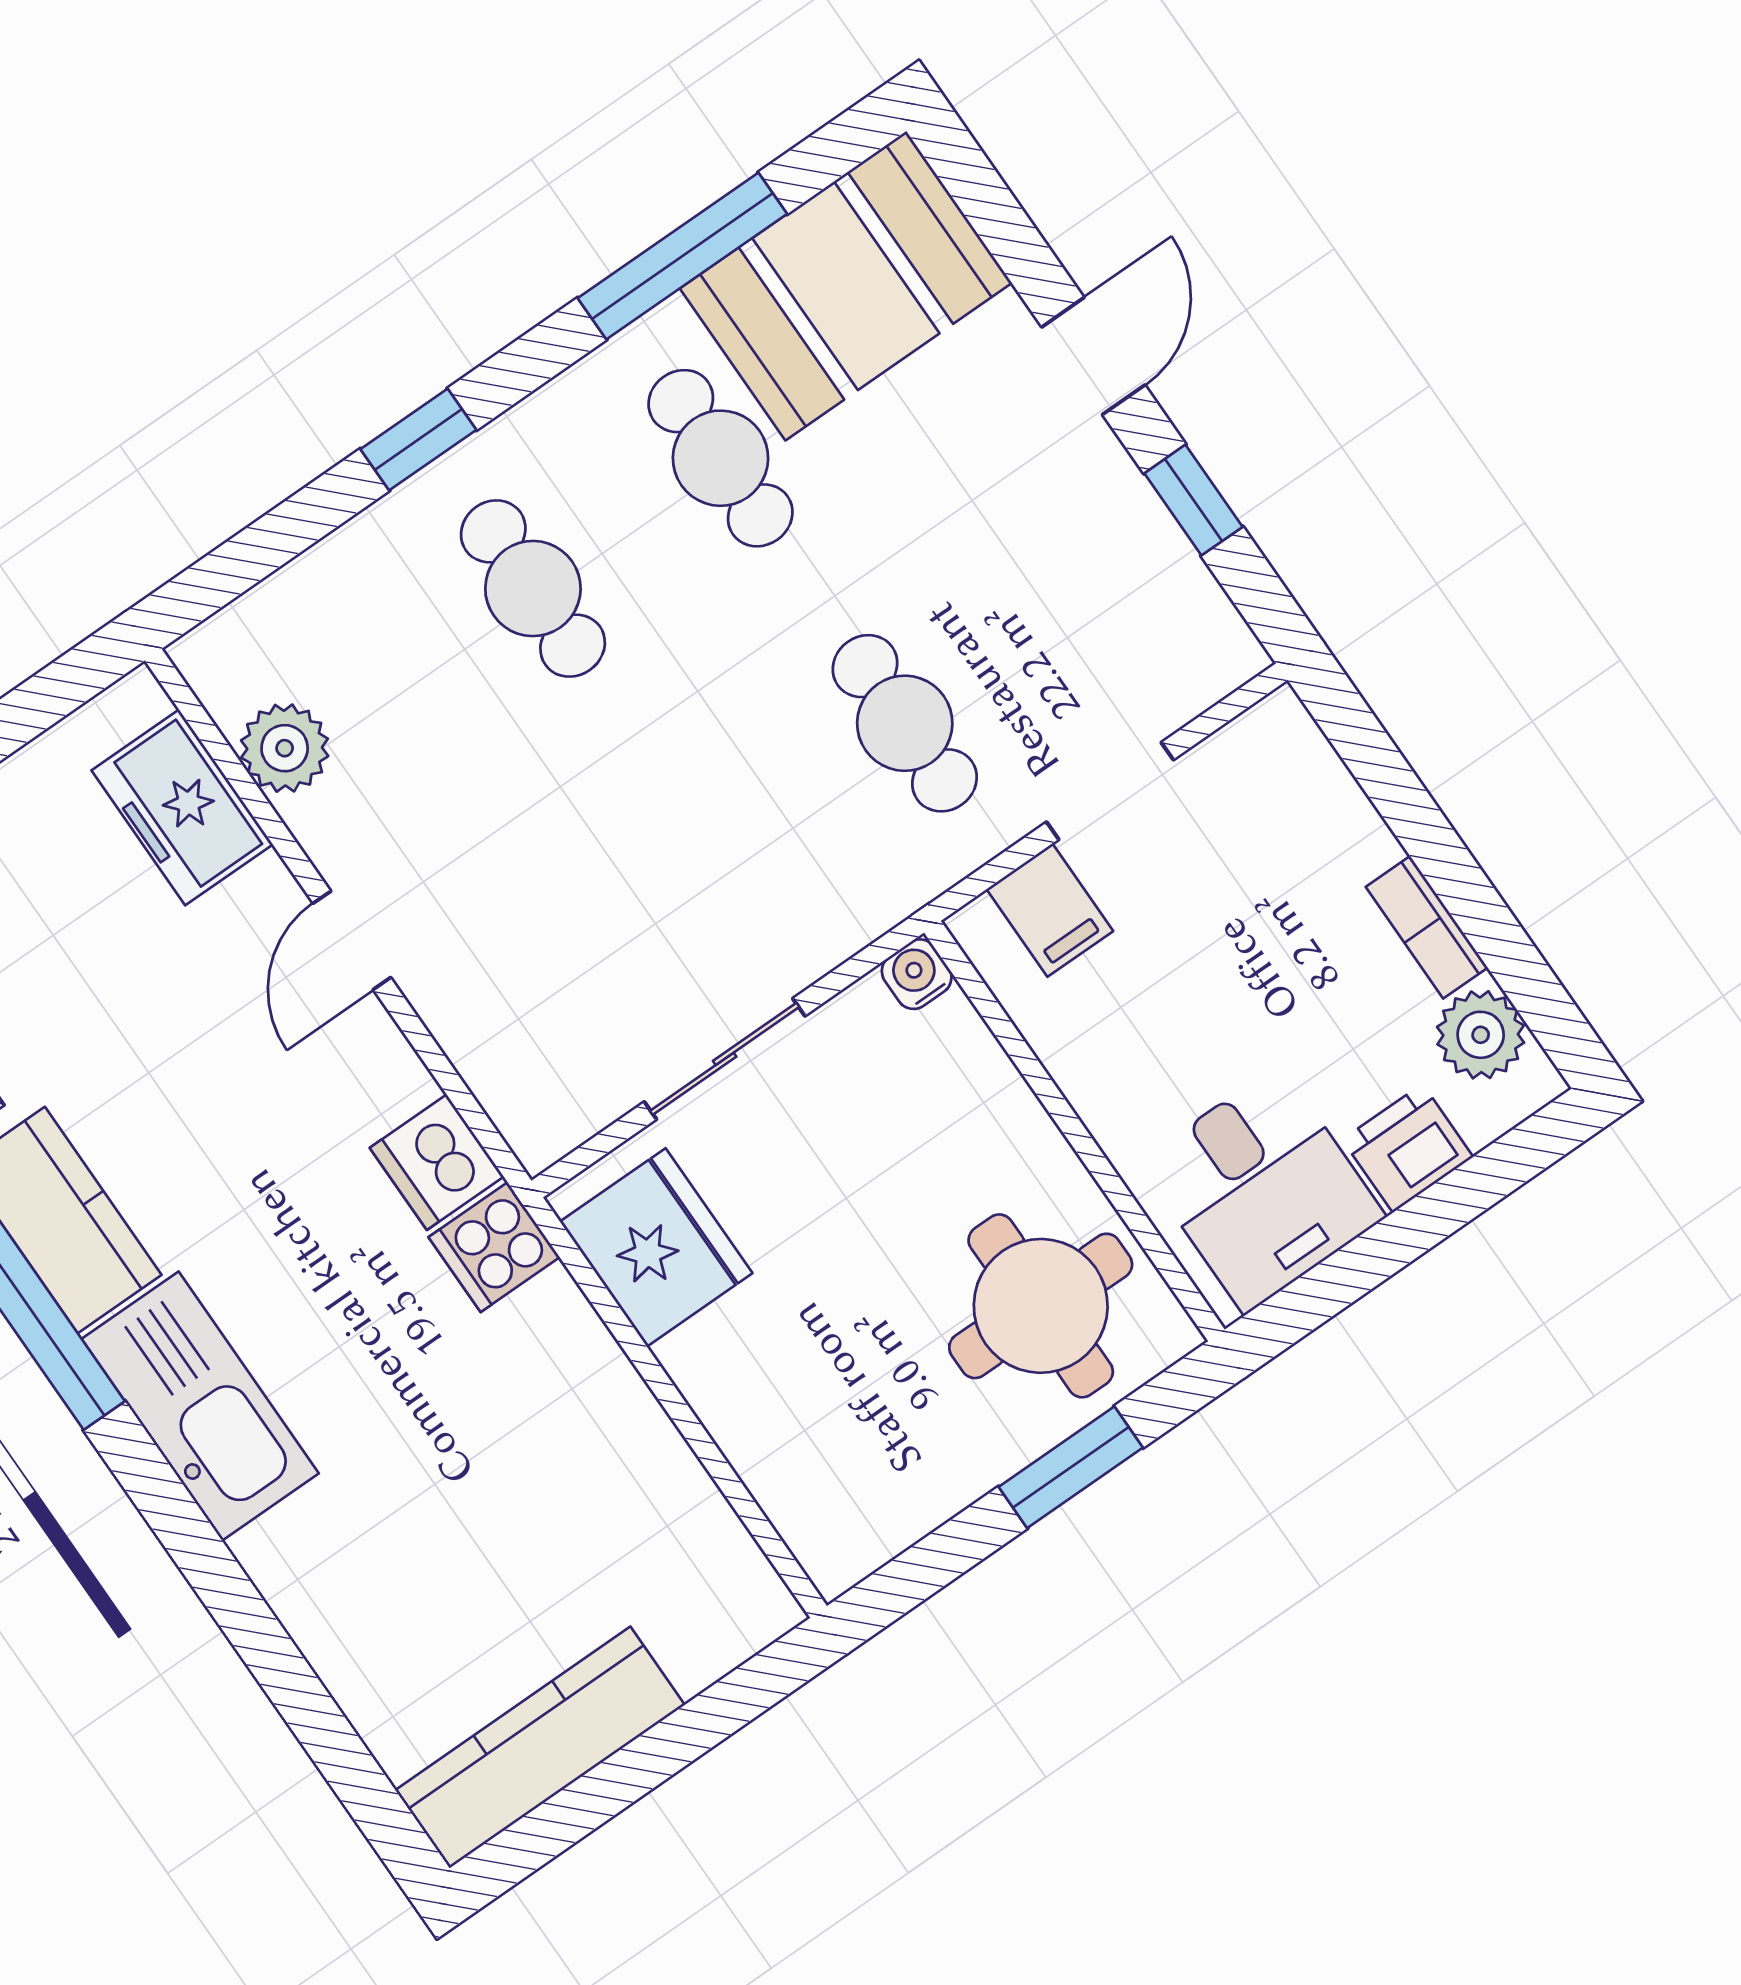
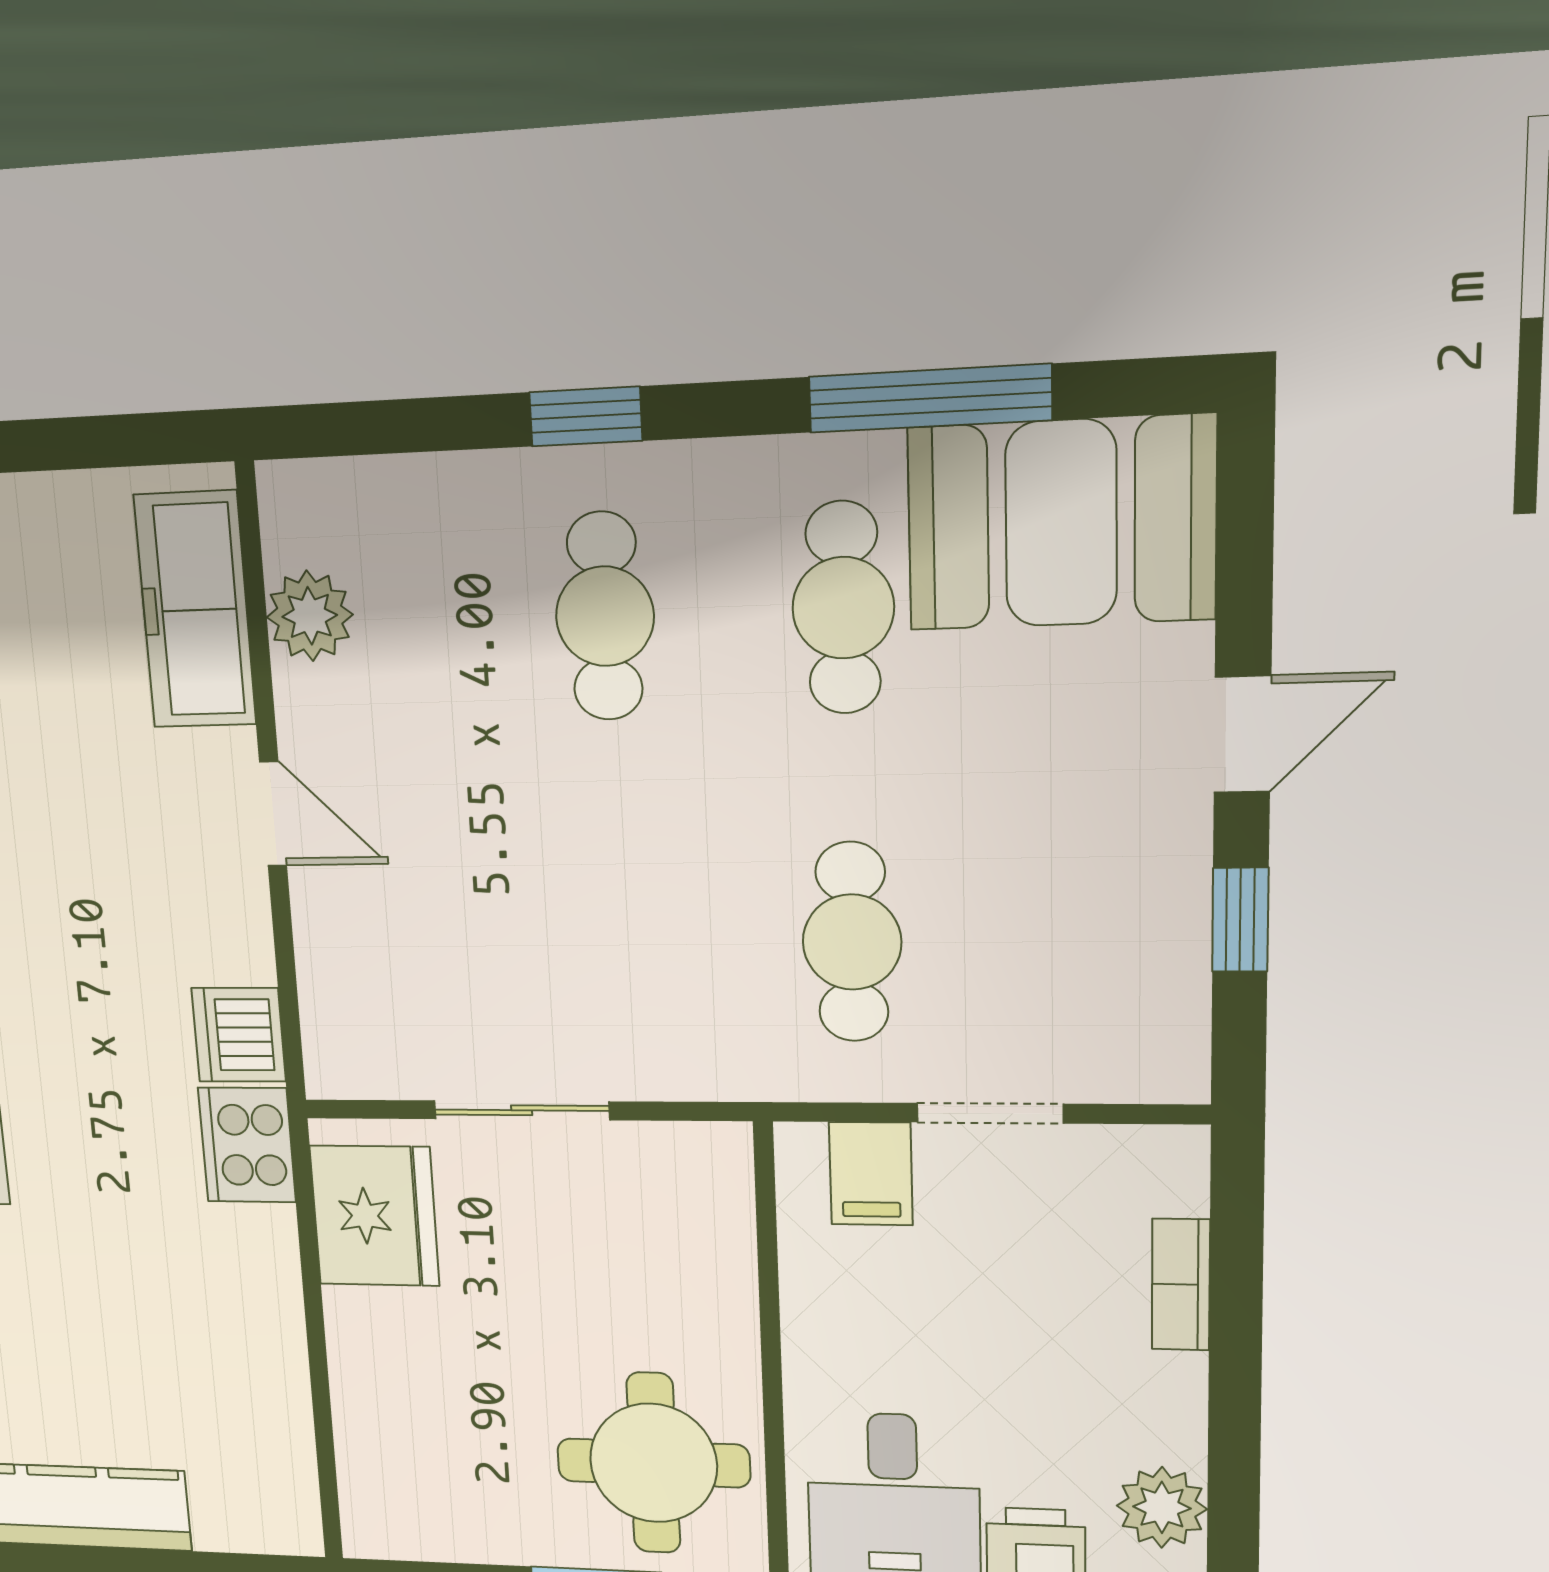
freezer: (182, 807) -> (195, 610), width x1.40
bookcase: (1427, 927) -> (1181, 1285), moved
door: (352, 940) -> (273, 814), swing flipped
water cooler: (917, 974) -> (724, 1150), removed
cooker: (494, 1247) -> (247, 1145), width x1.36

